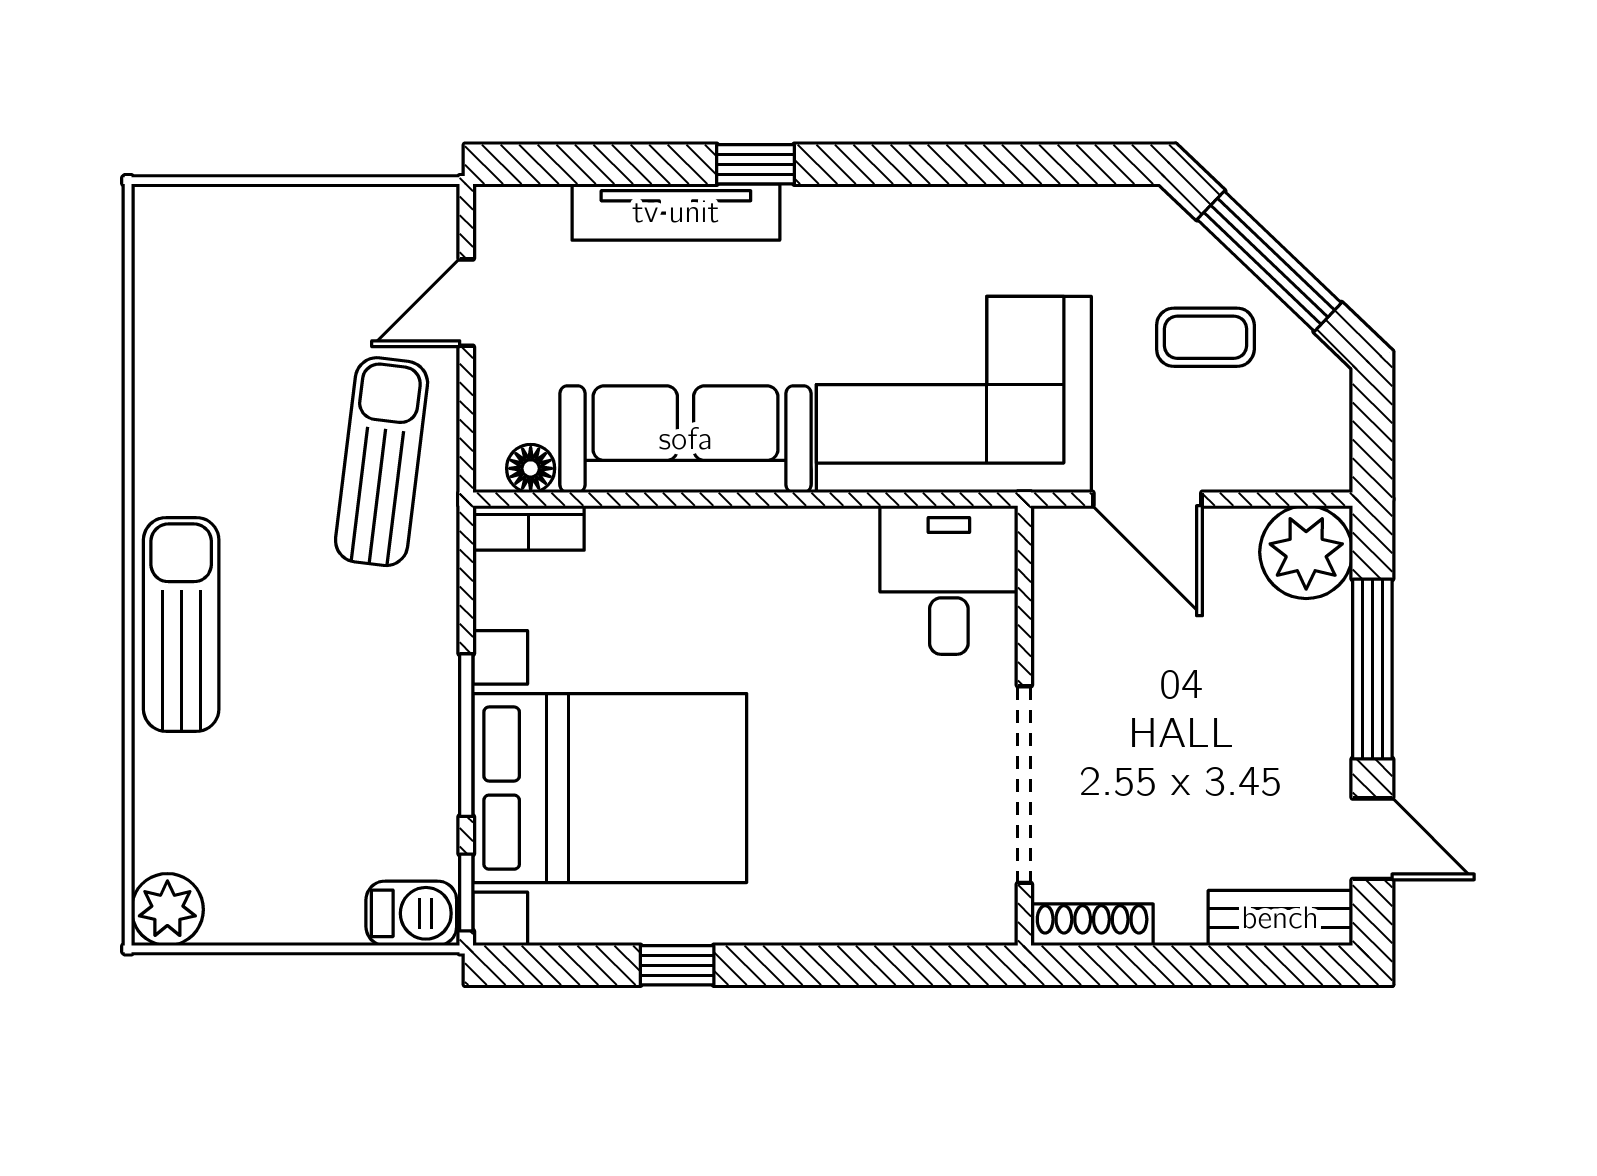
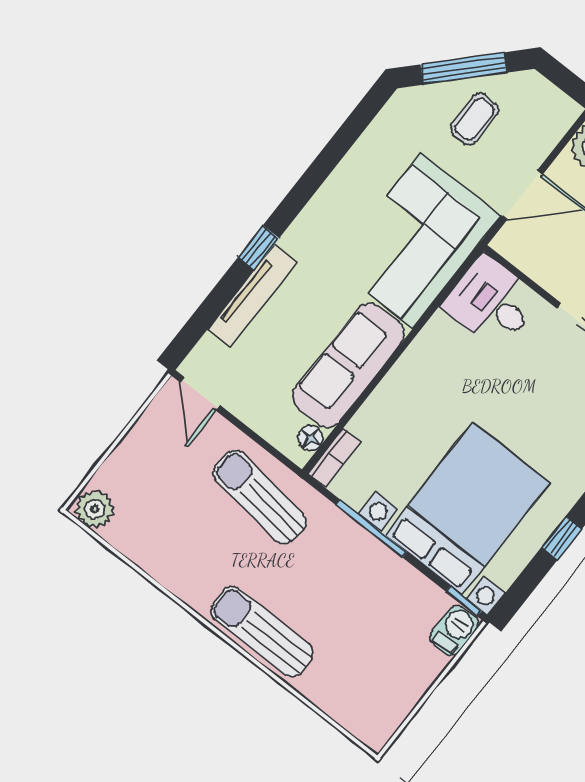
door: (466, 303) -> (200, 394), moved
window: (466, 735) -> (371, 528), moved
plant: (167, 910) -> (95, 509), moved

